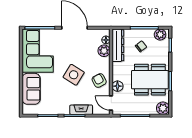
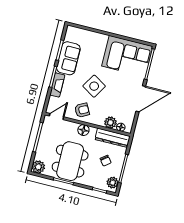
floor lamp: (117, 86) -> (83, 130), moved
sofa: (31, 89) -> (68, 58), moved, turned -90

